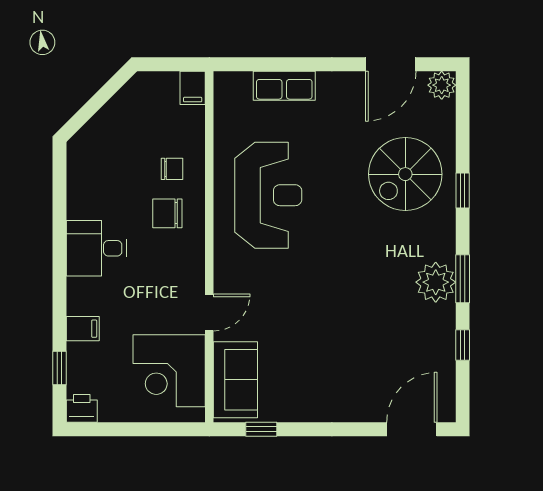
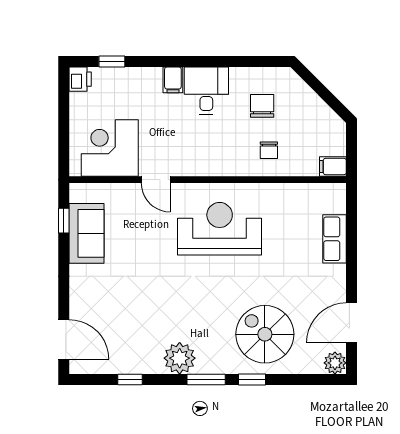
door: (391, 64) -> (352, 323), hinge flipped
reception desk: (268, 195) -> (220, 229), moved, turned 180
chair: (167, 213) -> (262, 106), moved
window: (463, 279) -> (206, 379), moved
filing cabinet: (83, 329) -> (173, 80), moved
sofa: (235, 380) -> (86, 233), moved, turned -90

